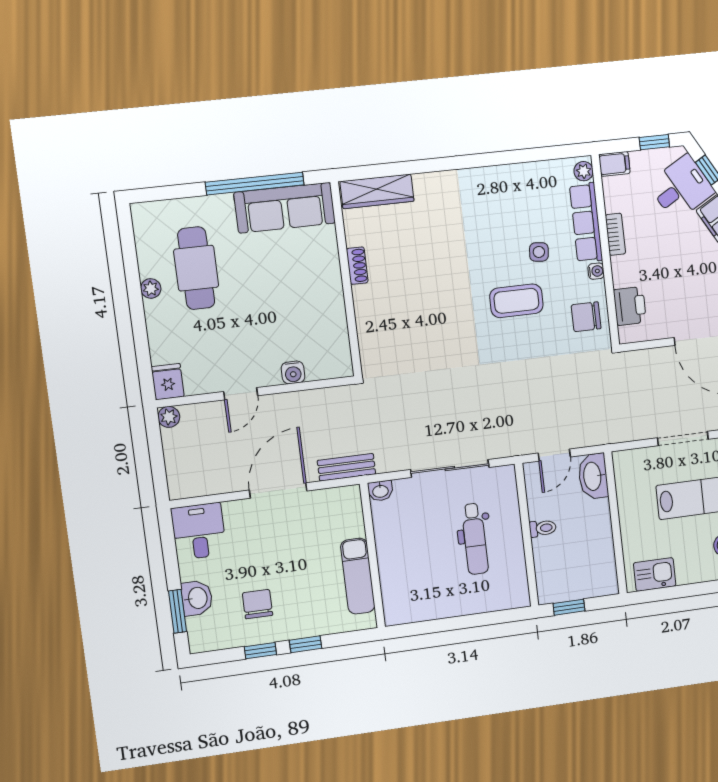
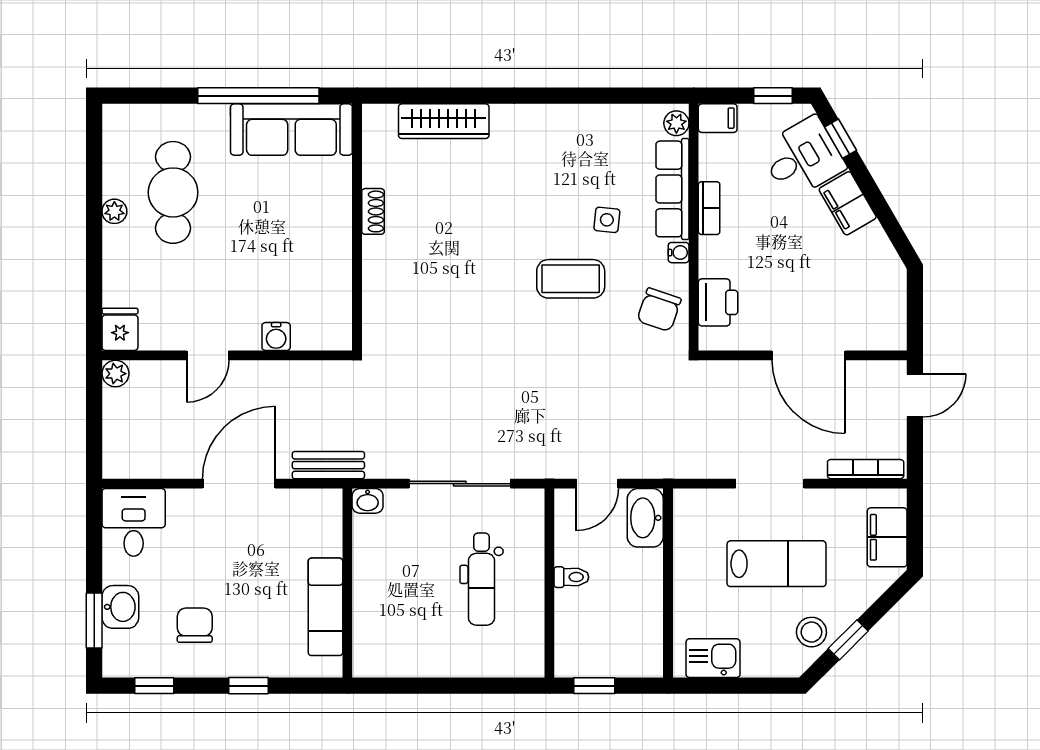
wardrobe: (377, 191) -> (444, 121), moved
chair: (586, 317) -> (659, 310), turned -71
window: (260, 651) -> (154, 686), moved

